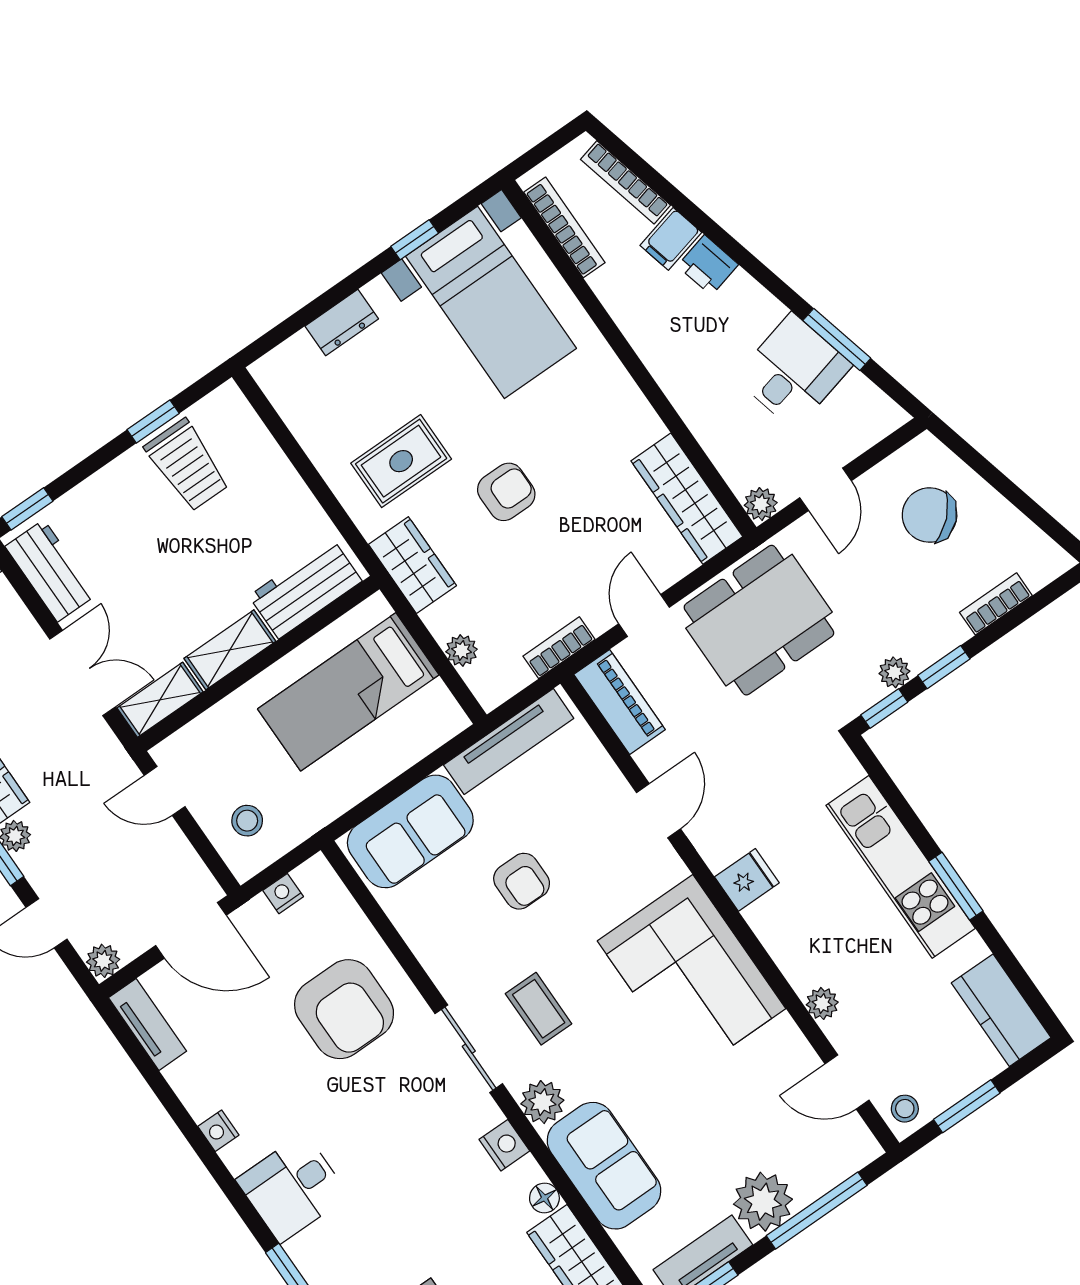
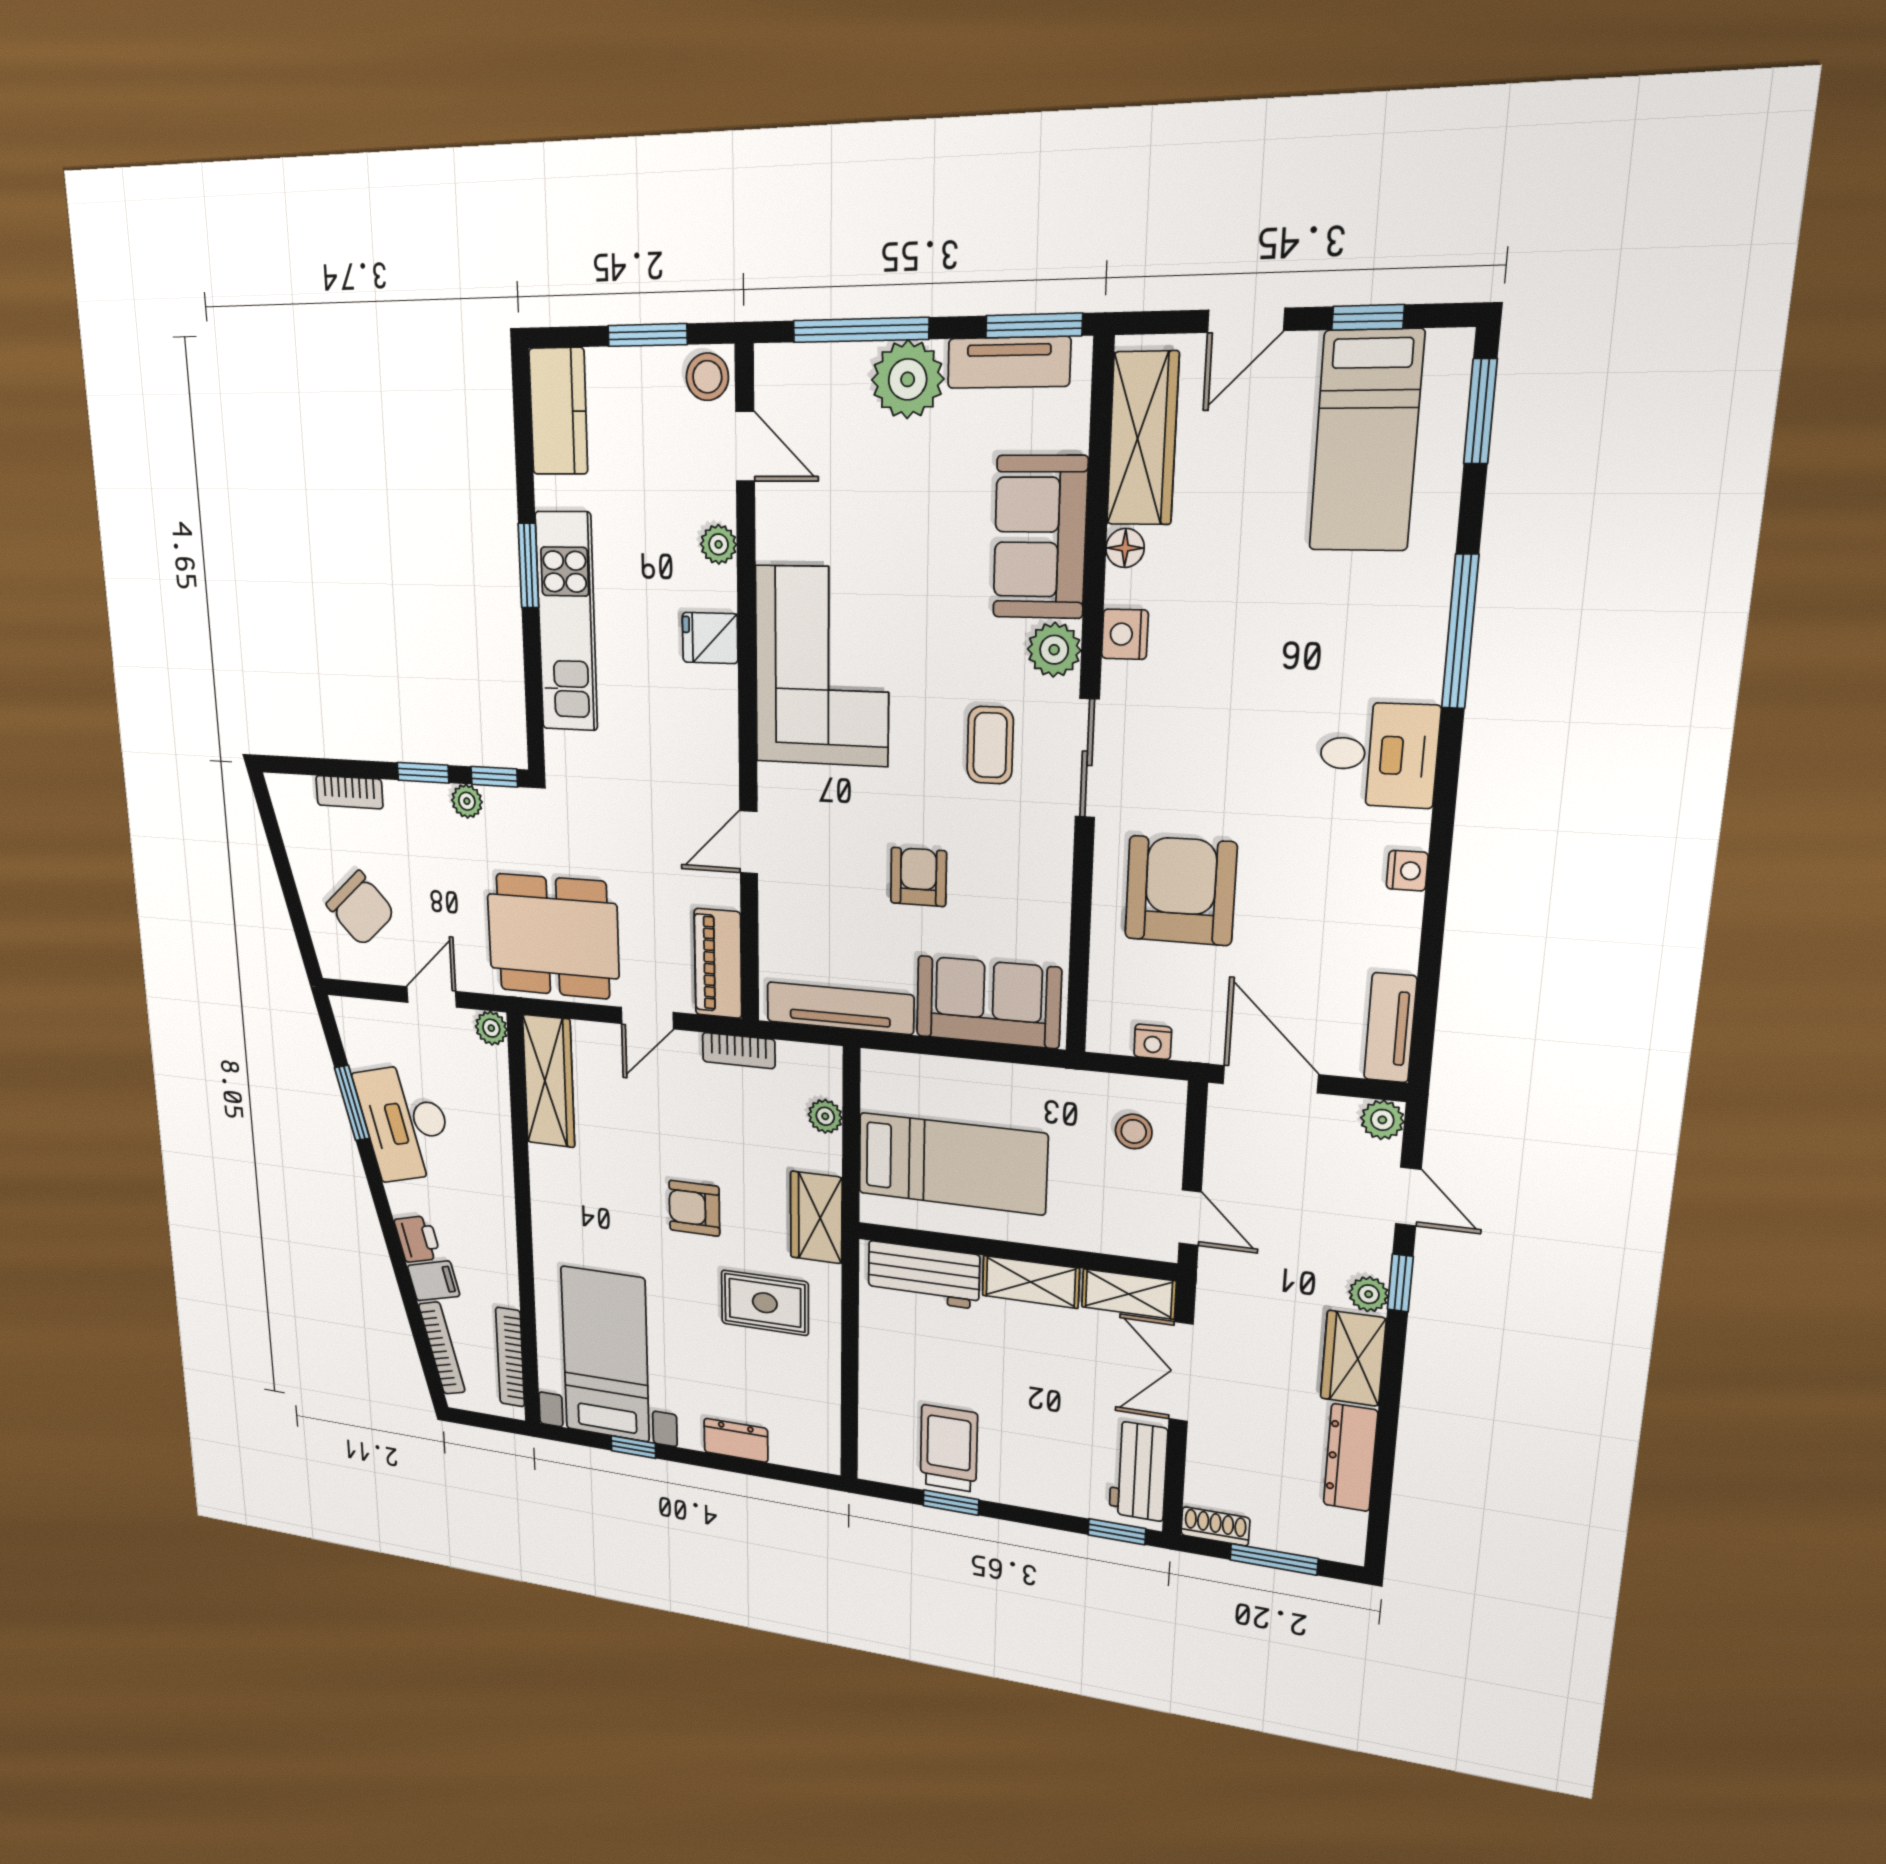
desk: (793, 371) -> (405, 1123), width x1.37
fridge: (747, 880) -> (710, 638), moved
stool: (905, 1109) -> (707, 377), width x1.37, depth x1.37

